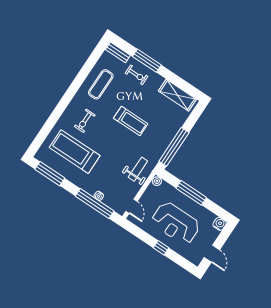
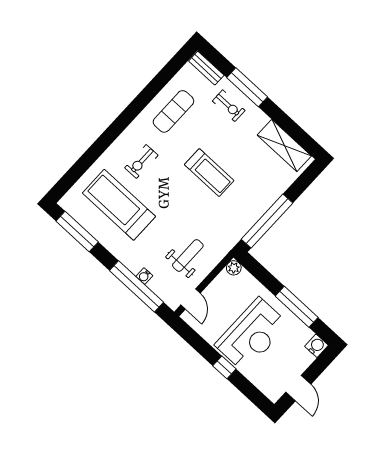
weight bench: (138, 169) -> (188, 255), moved
window: (191, 193) -> (297, 307), moved
reception desk: (176, 223) -> (252, 335), turned -90

